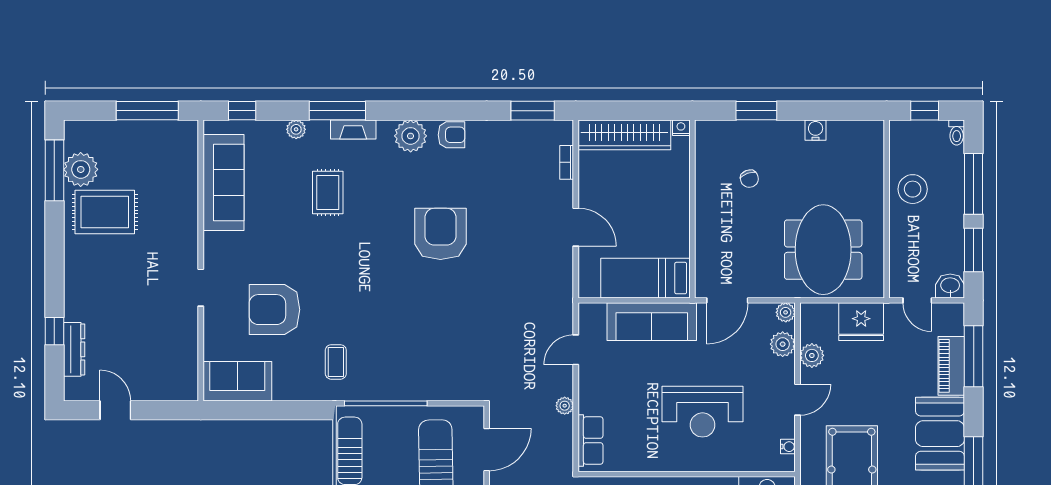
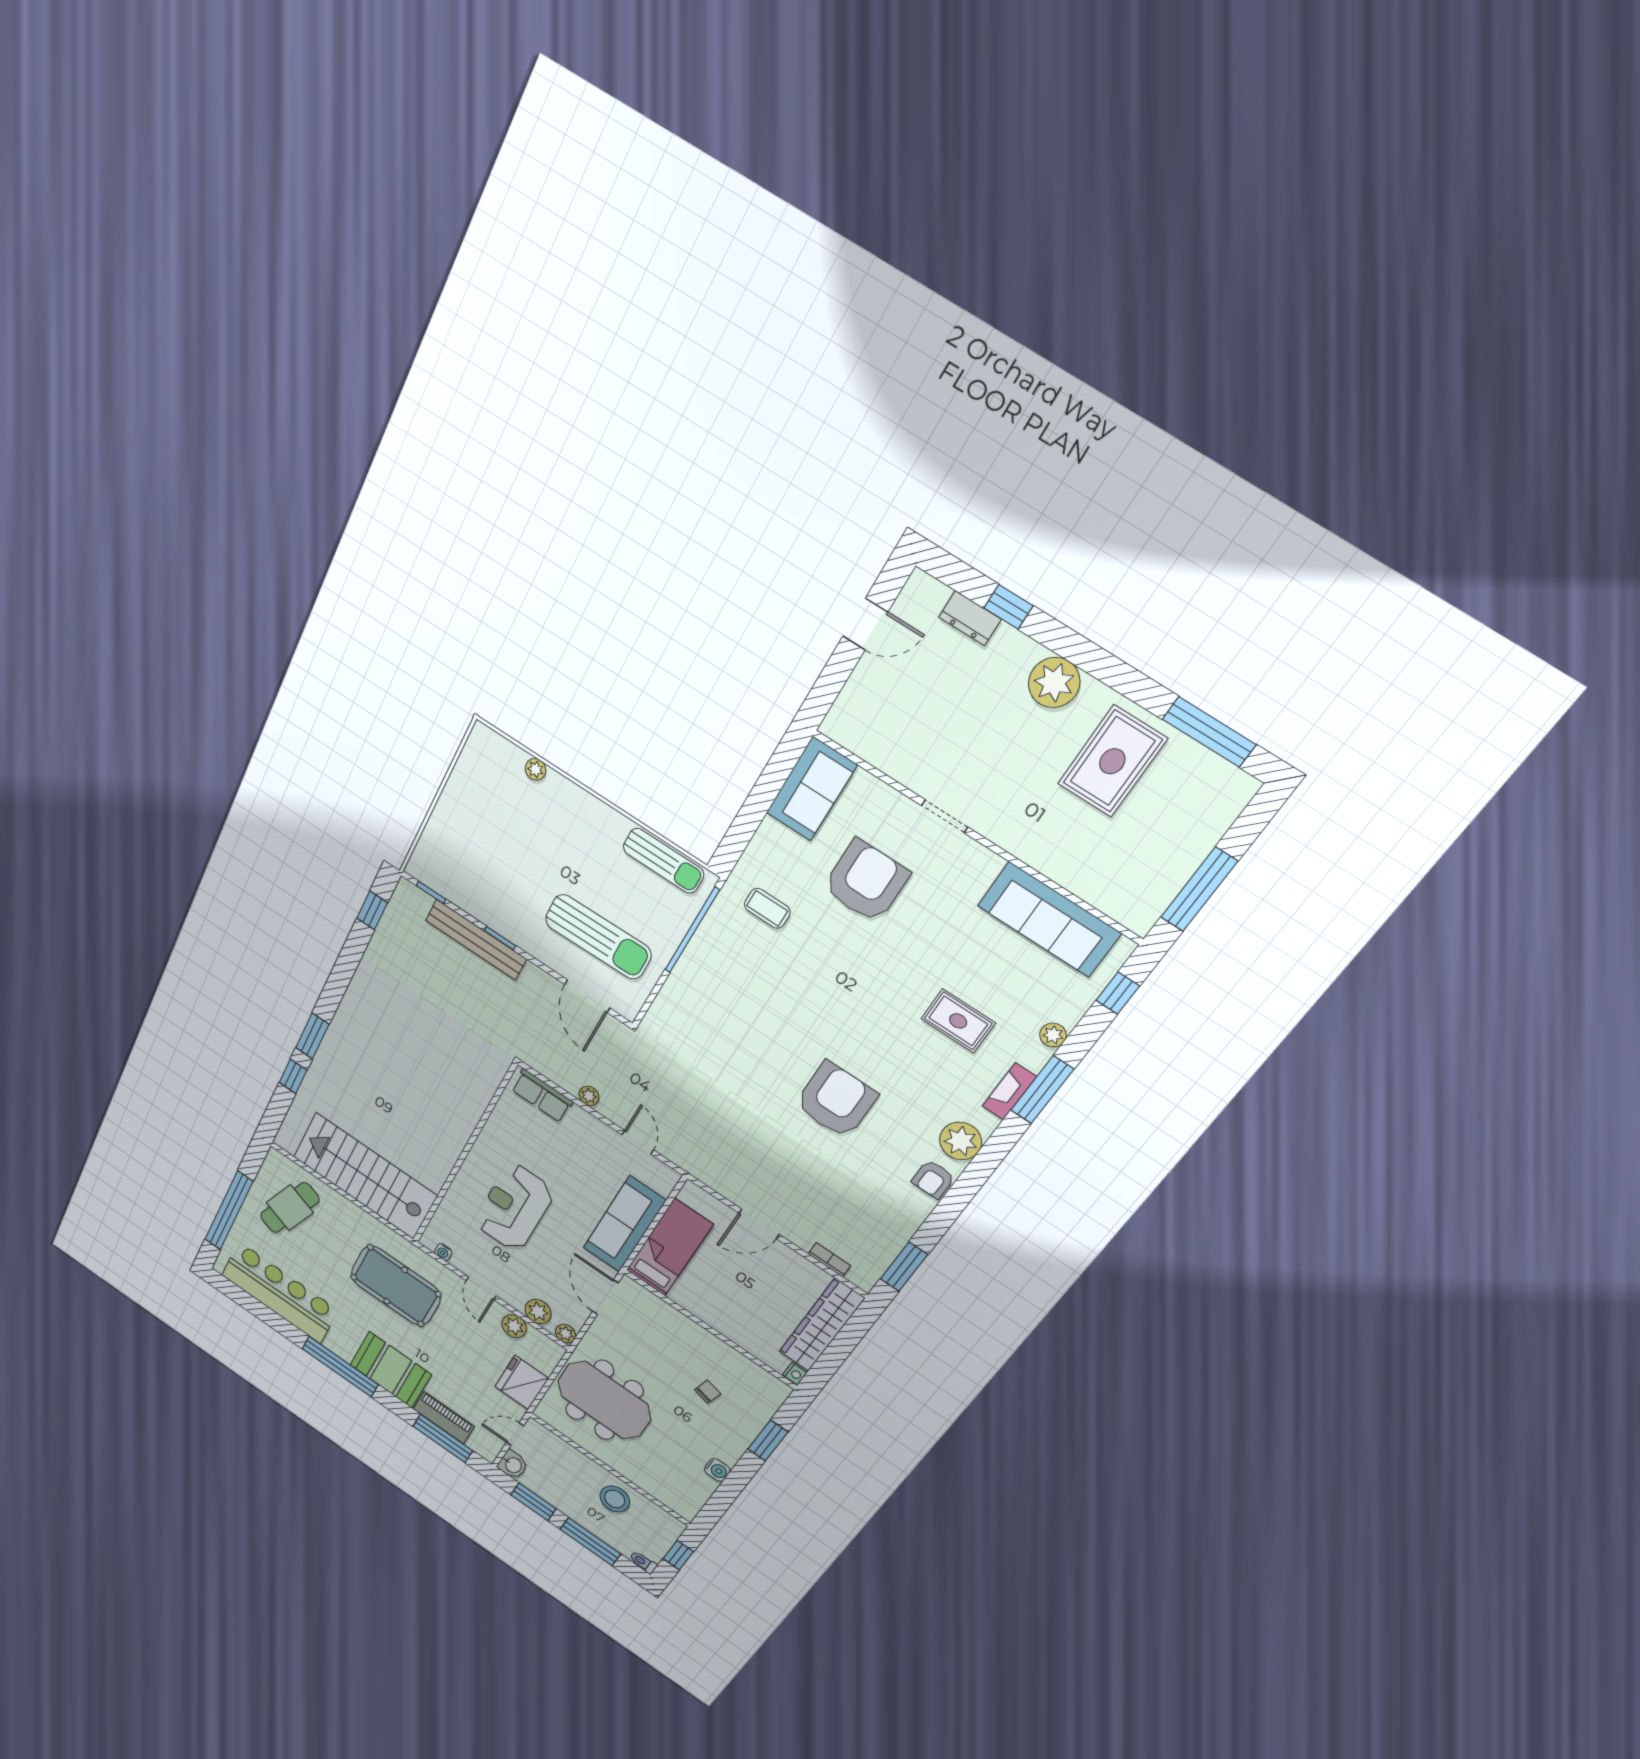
plant: (81, 169) -> (1054, 683), moved
chair: (749, 179) -> (708, 1392), turned 124
armchair: (440, 234) -> (836, 1100), turned -90
dresser: (74, 349) -> (970, 618), width x0.70

